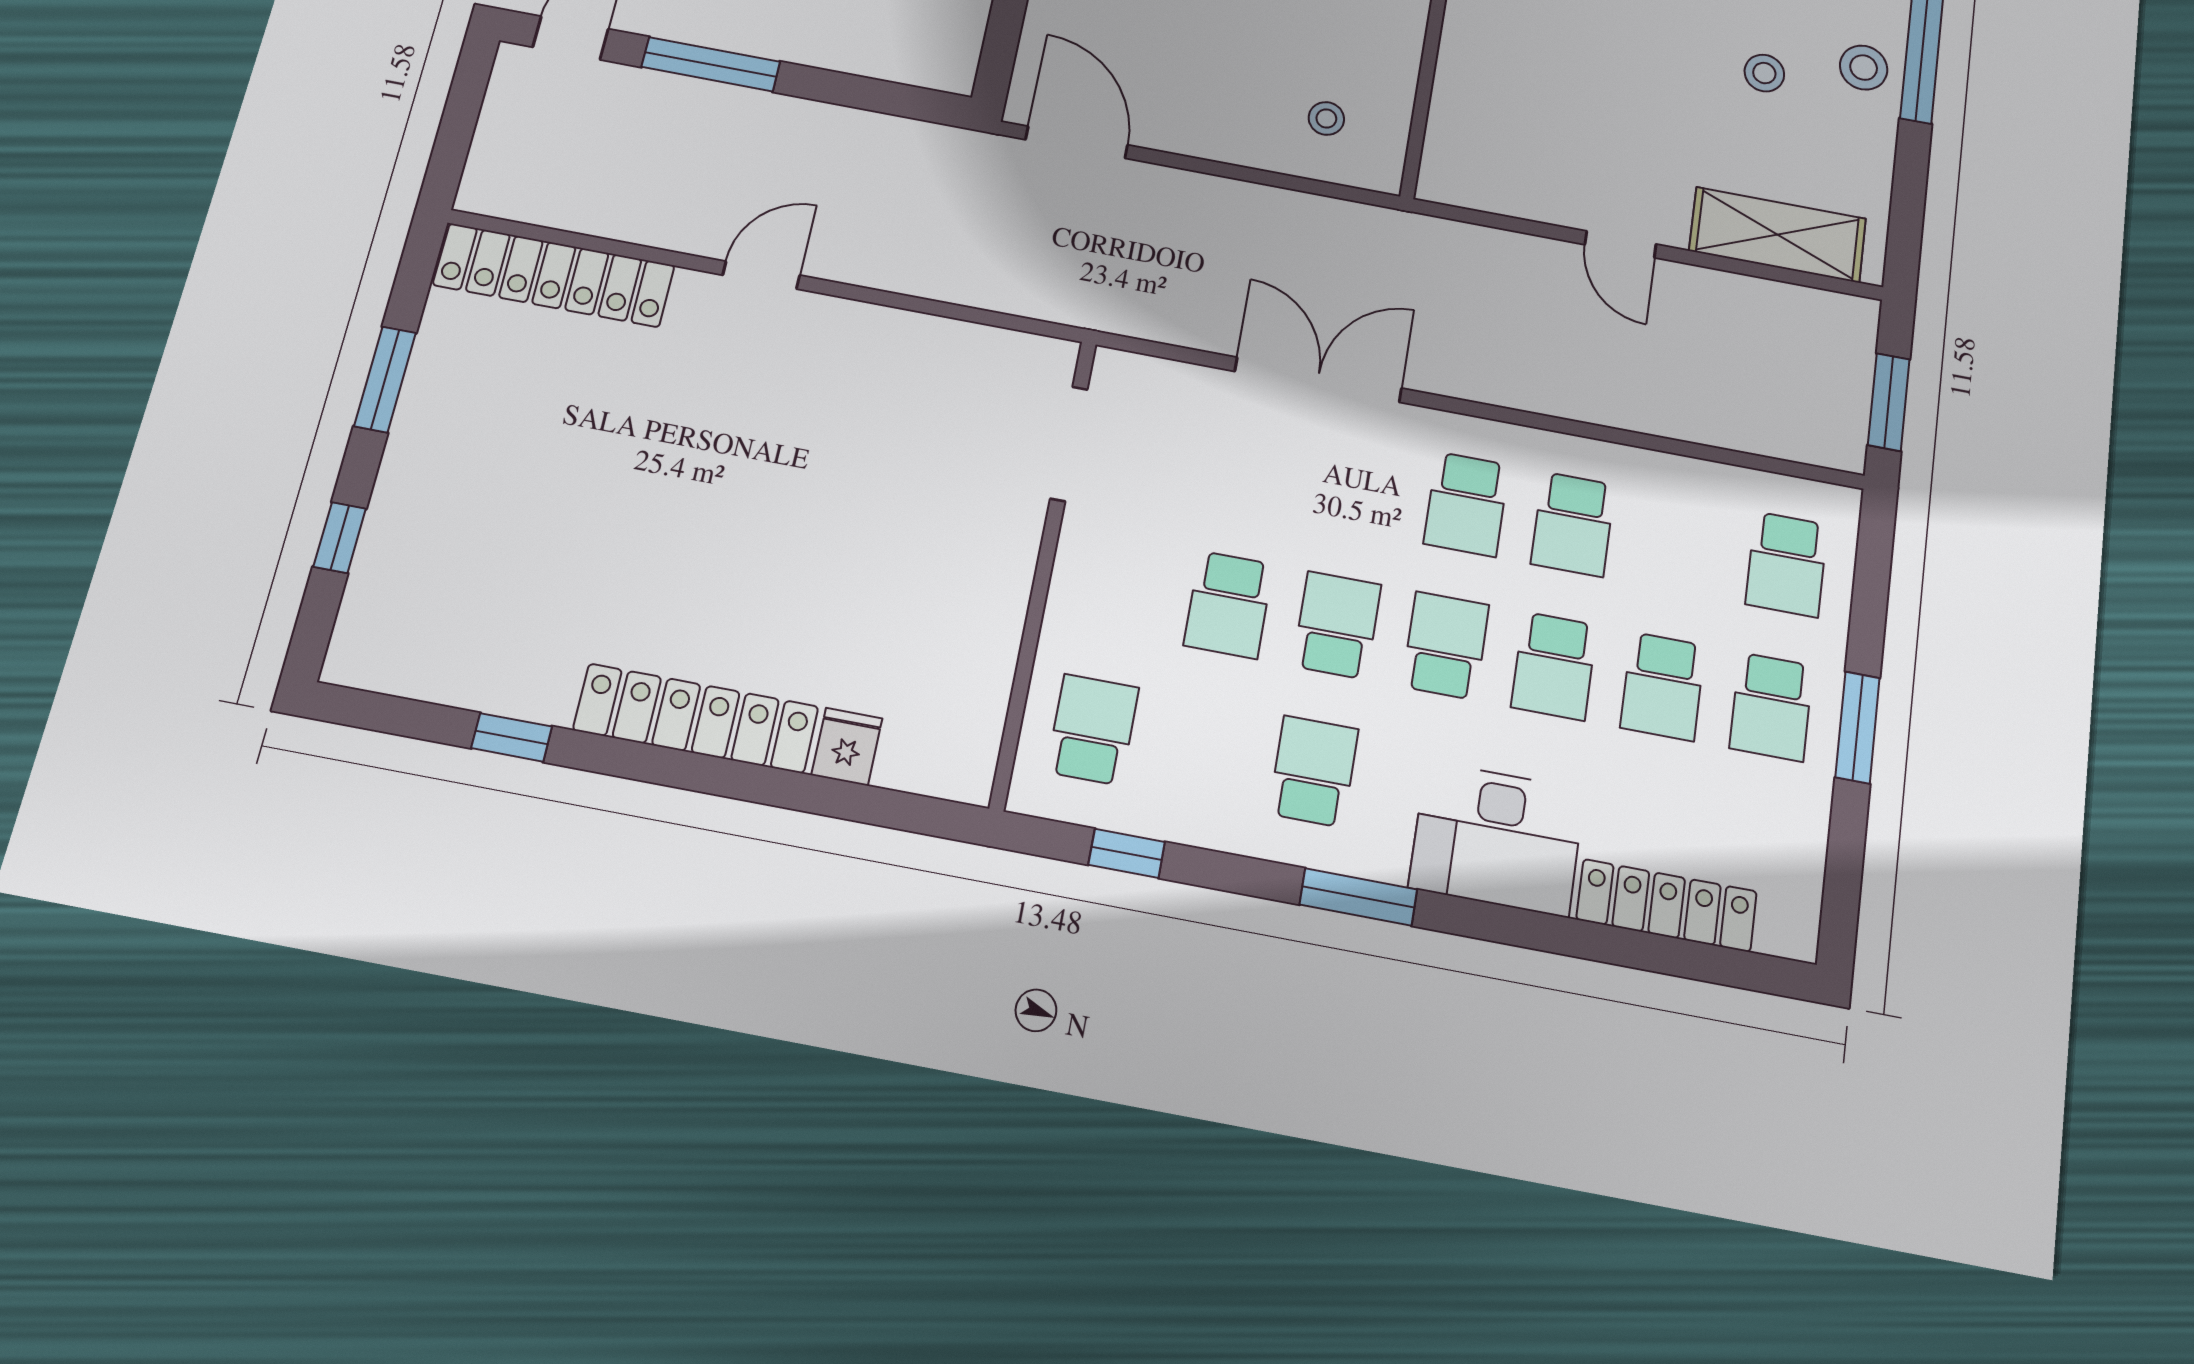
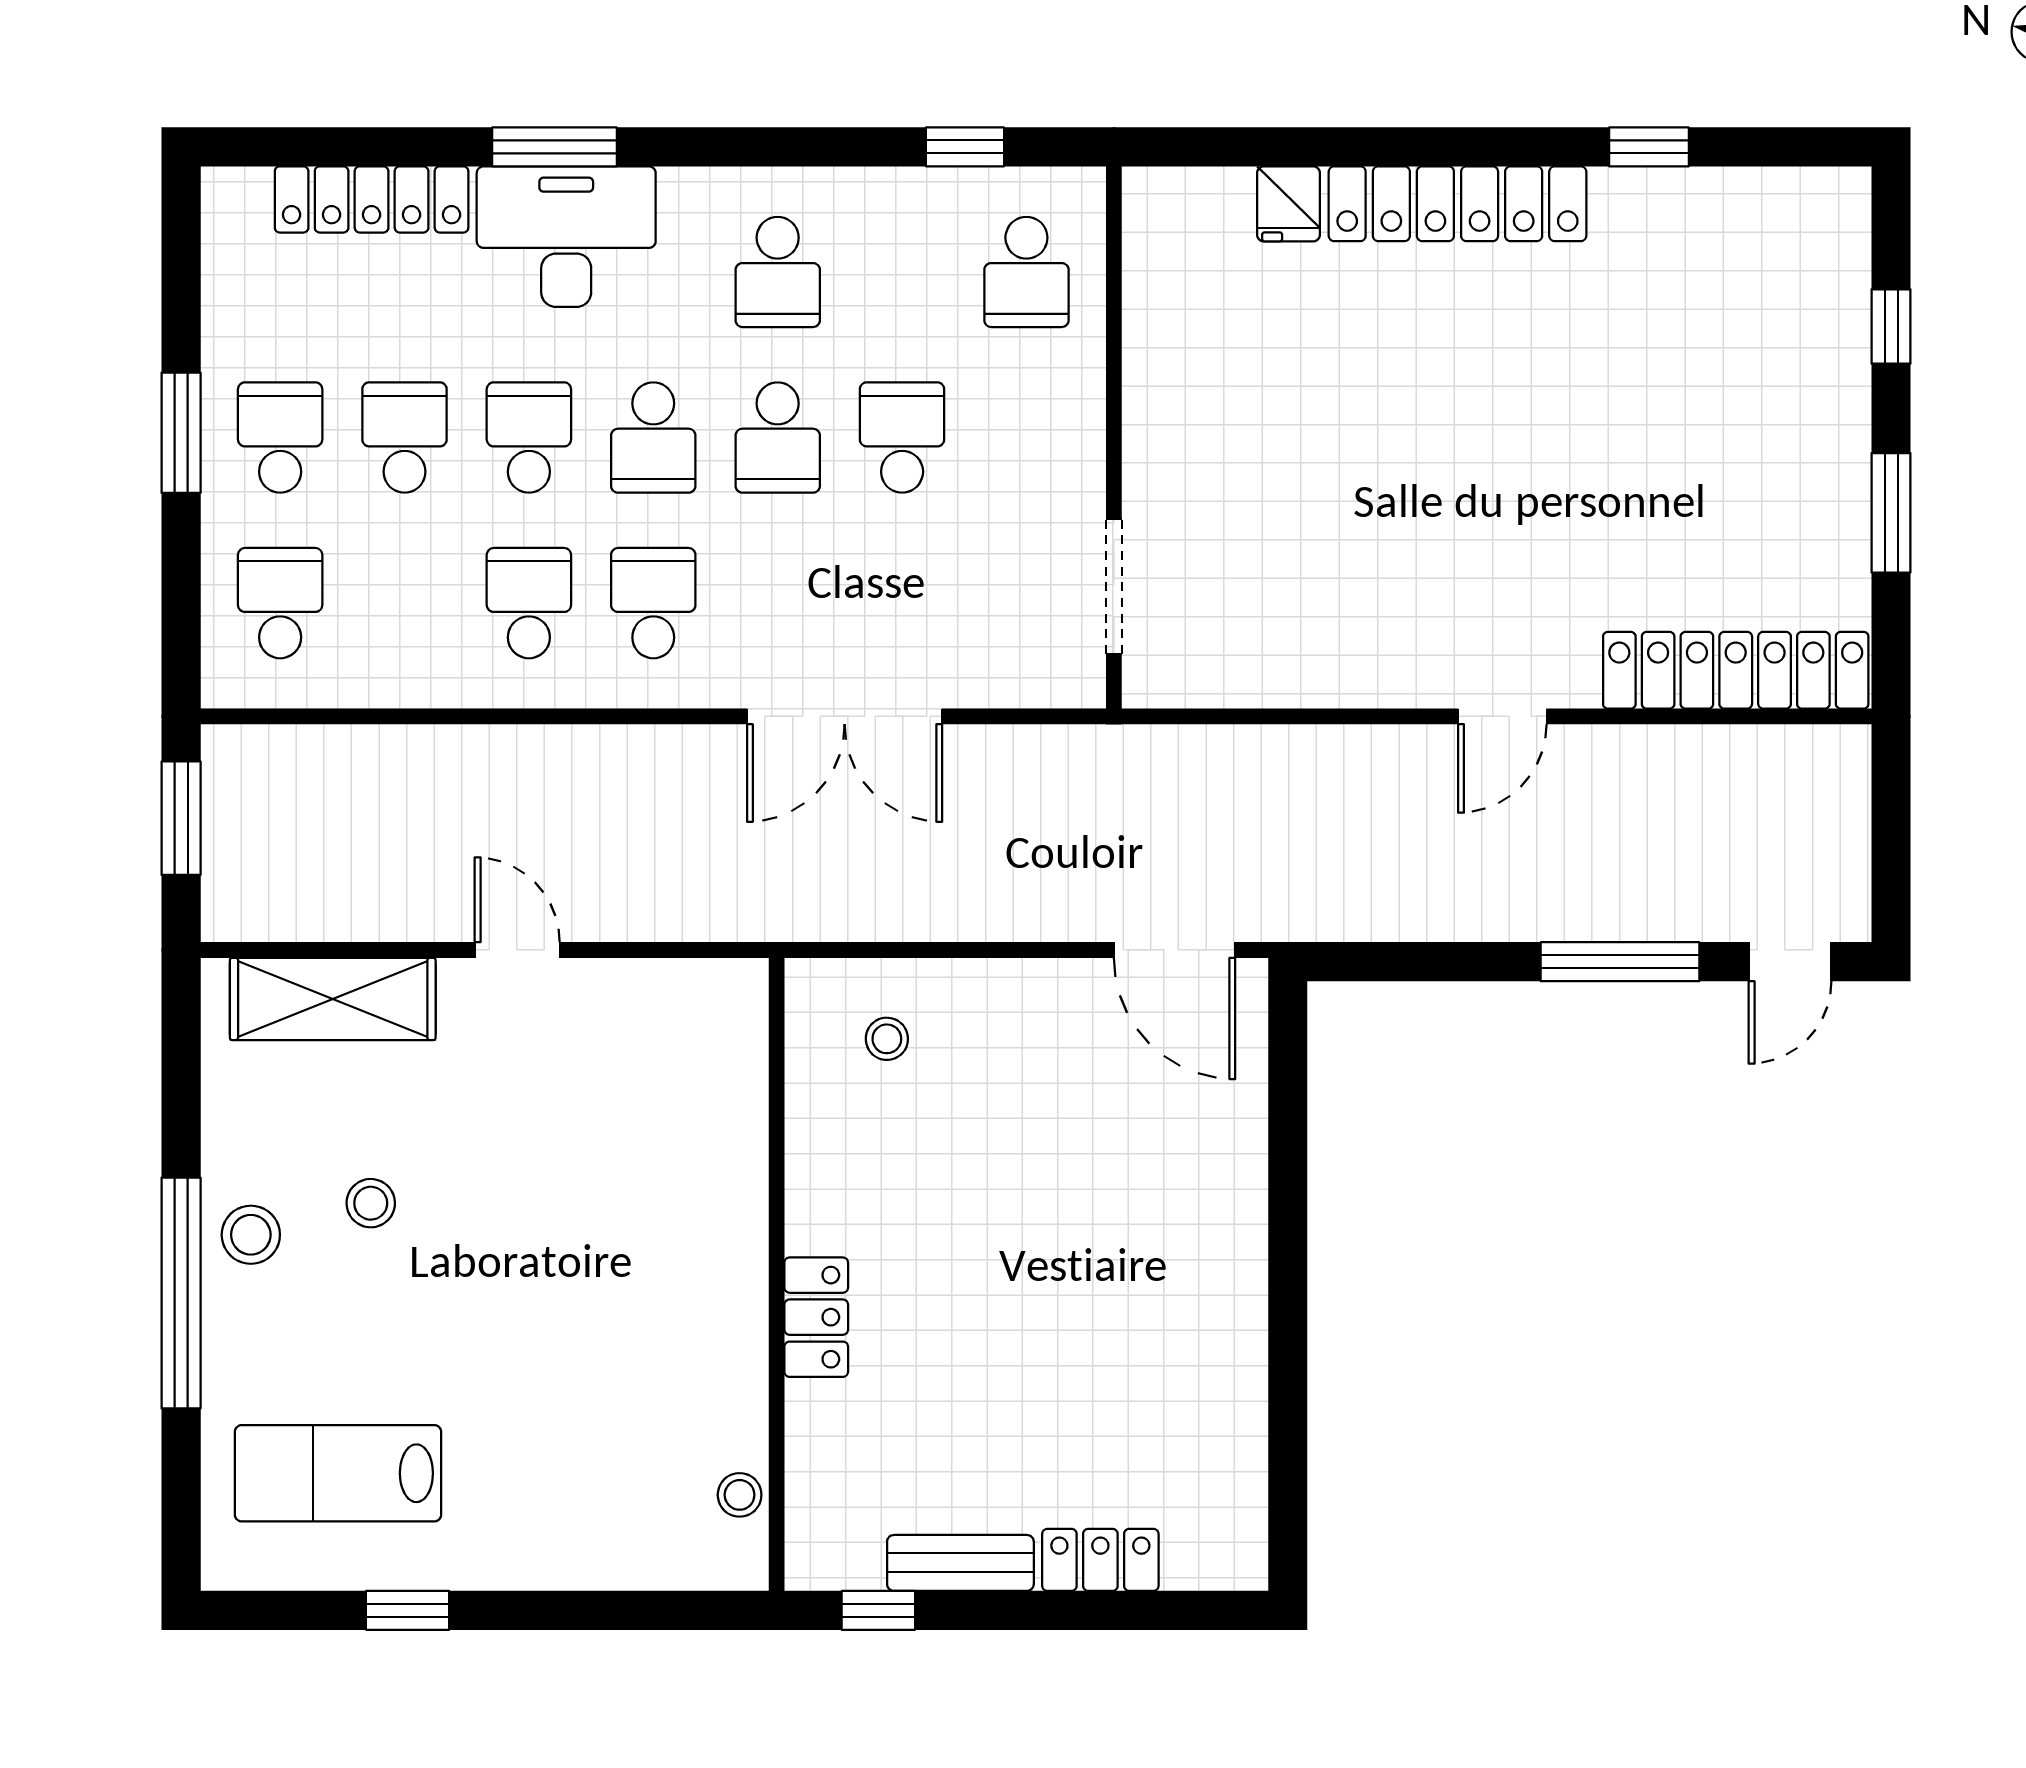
window: (1358, 897) -> (554, 147), moved

